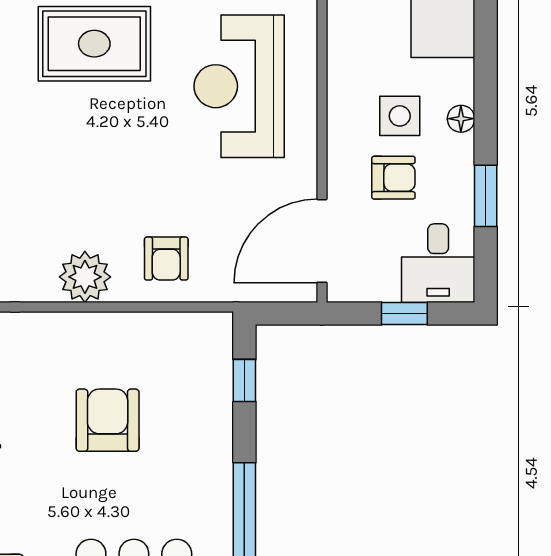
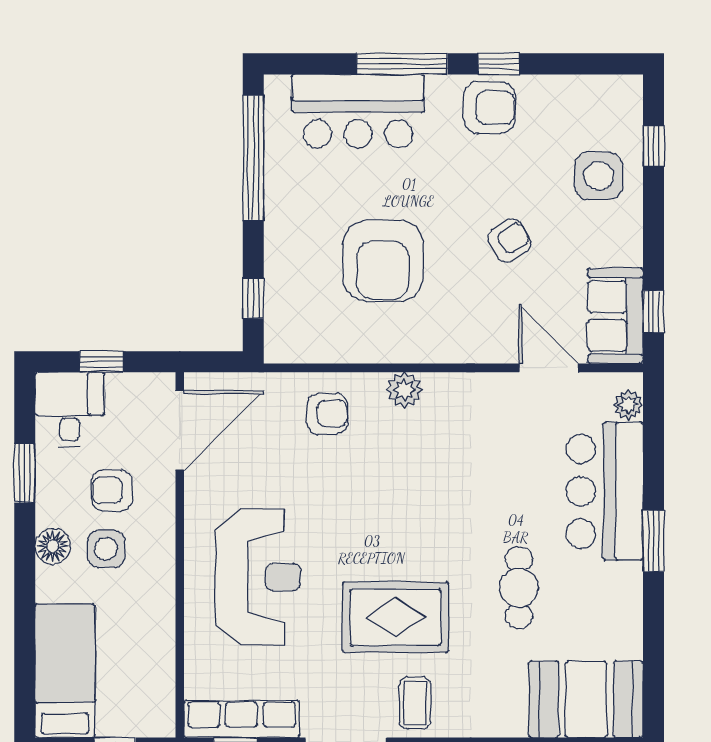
floor lamp: (461, 119) -> (53, 546), width x1.37, depth x1.37
armchair: (166, 259) -> (327, 414), turned 90
plant: (85, 277) -> (404, 390), width x0.73, depth x0.73
armchair: (108, 420) -> (383, 261), width x1.36, depth x1.36

